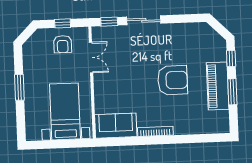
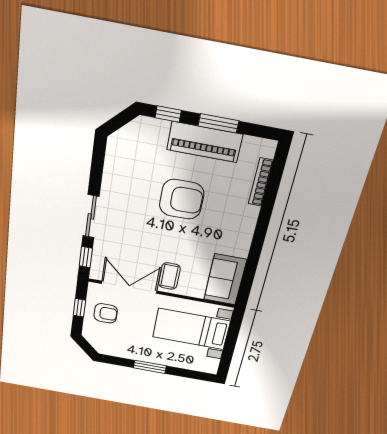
double door: (91, 58) -> (129, 287), width x1.37
armchair: (173, 80) -> (182, 199), turned 90
coffee table: (108, 85) -> (169, 276), added
bookcase: (155, 131) -> (261, 182), moved

